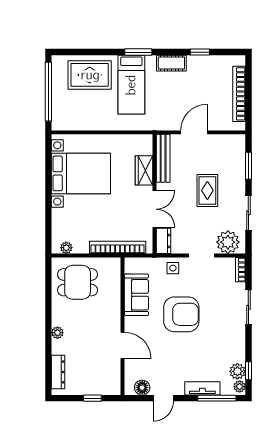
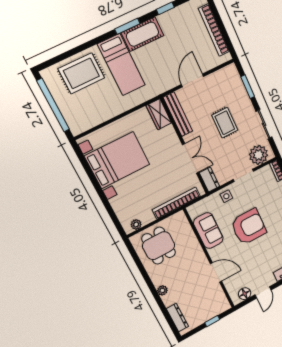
window: (138, 52) -> (127, 26), moved
cot: (171, 63) -> (143, 34), width x1.37, depth x1.34
wardrobe: (144, 170) -> (159, 114), moved
dining table: (78, 282) -> (159, 246), turned 90

